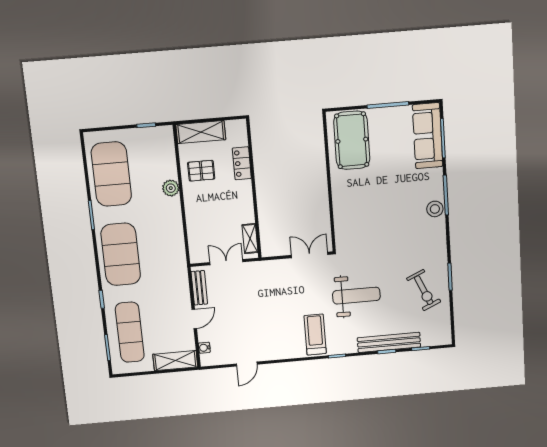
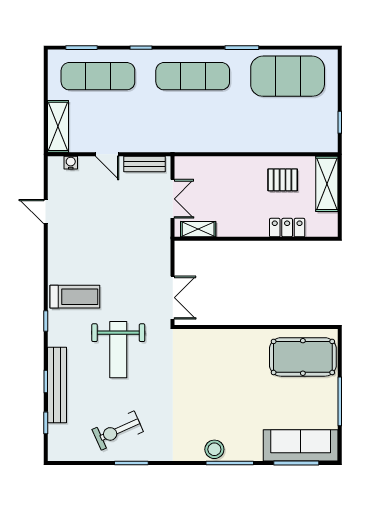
pallet: (201, 171) -> (283, 180), turned 90
plant: (171, 188) -> (265, 143), removed
exercise mat: (121, 254) -> (193, 76), width x0.68

